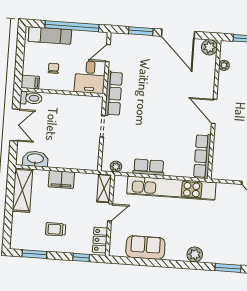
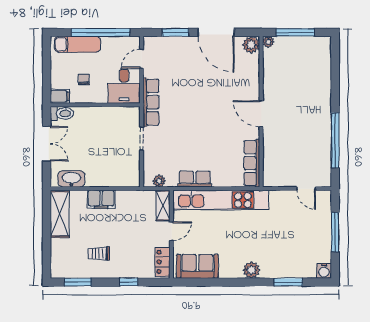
plant: (224, 65) -> (268, 42), moved
shelving: (104, 188) -> (163, 206), moved
door: (110, 212) -> (171, 231), moved
wall: (110, 215) -> (171, 234), moved
locker: (100, 240) -> (163, 262), moved

